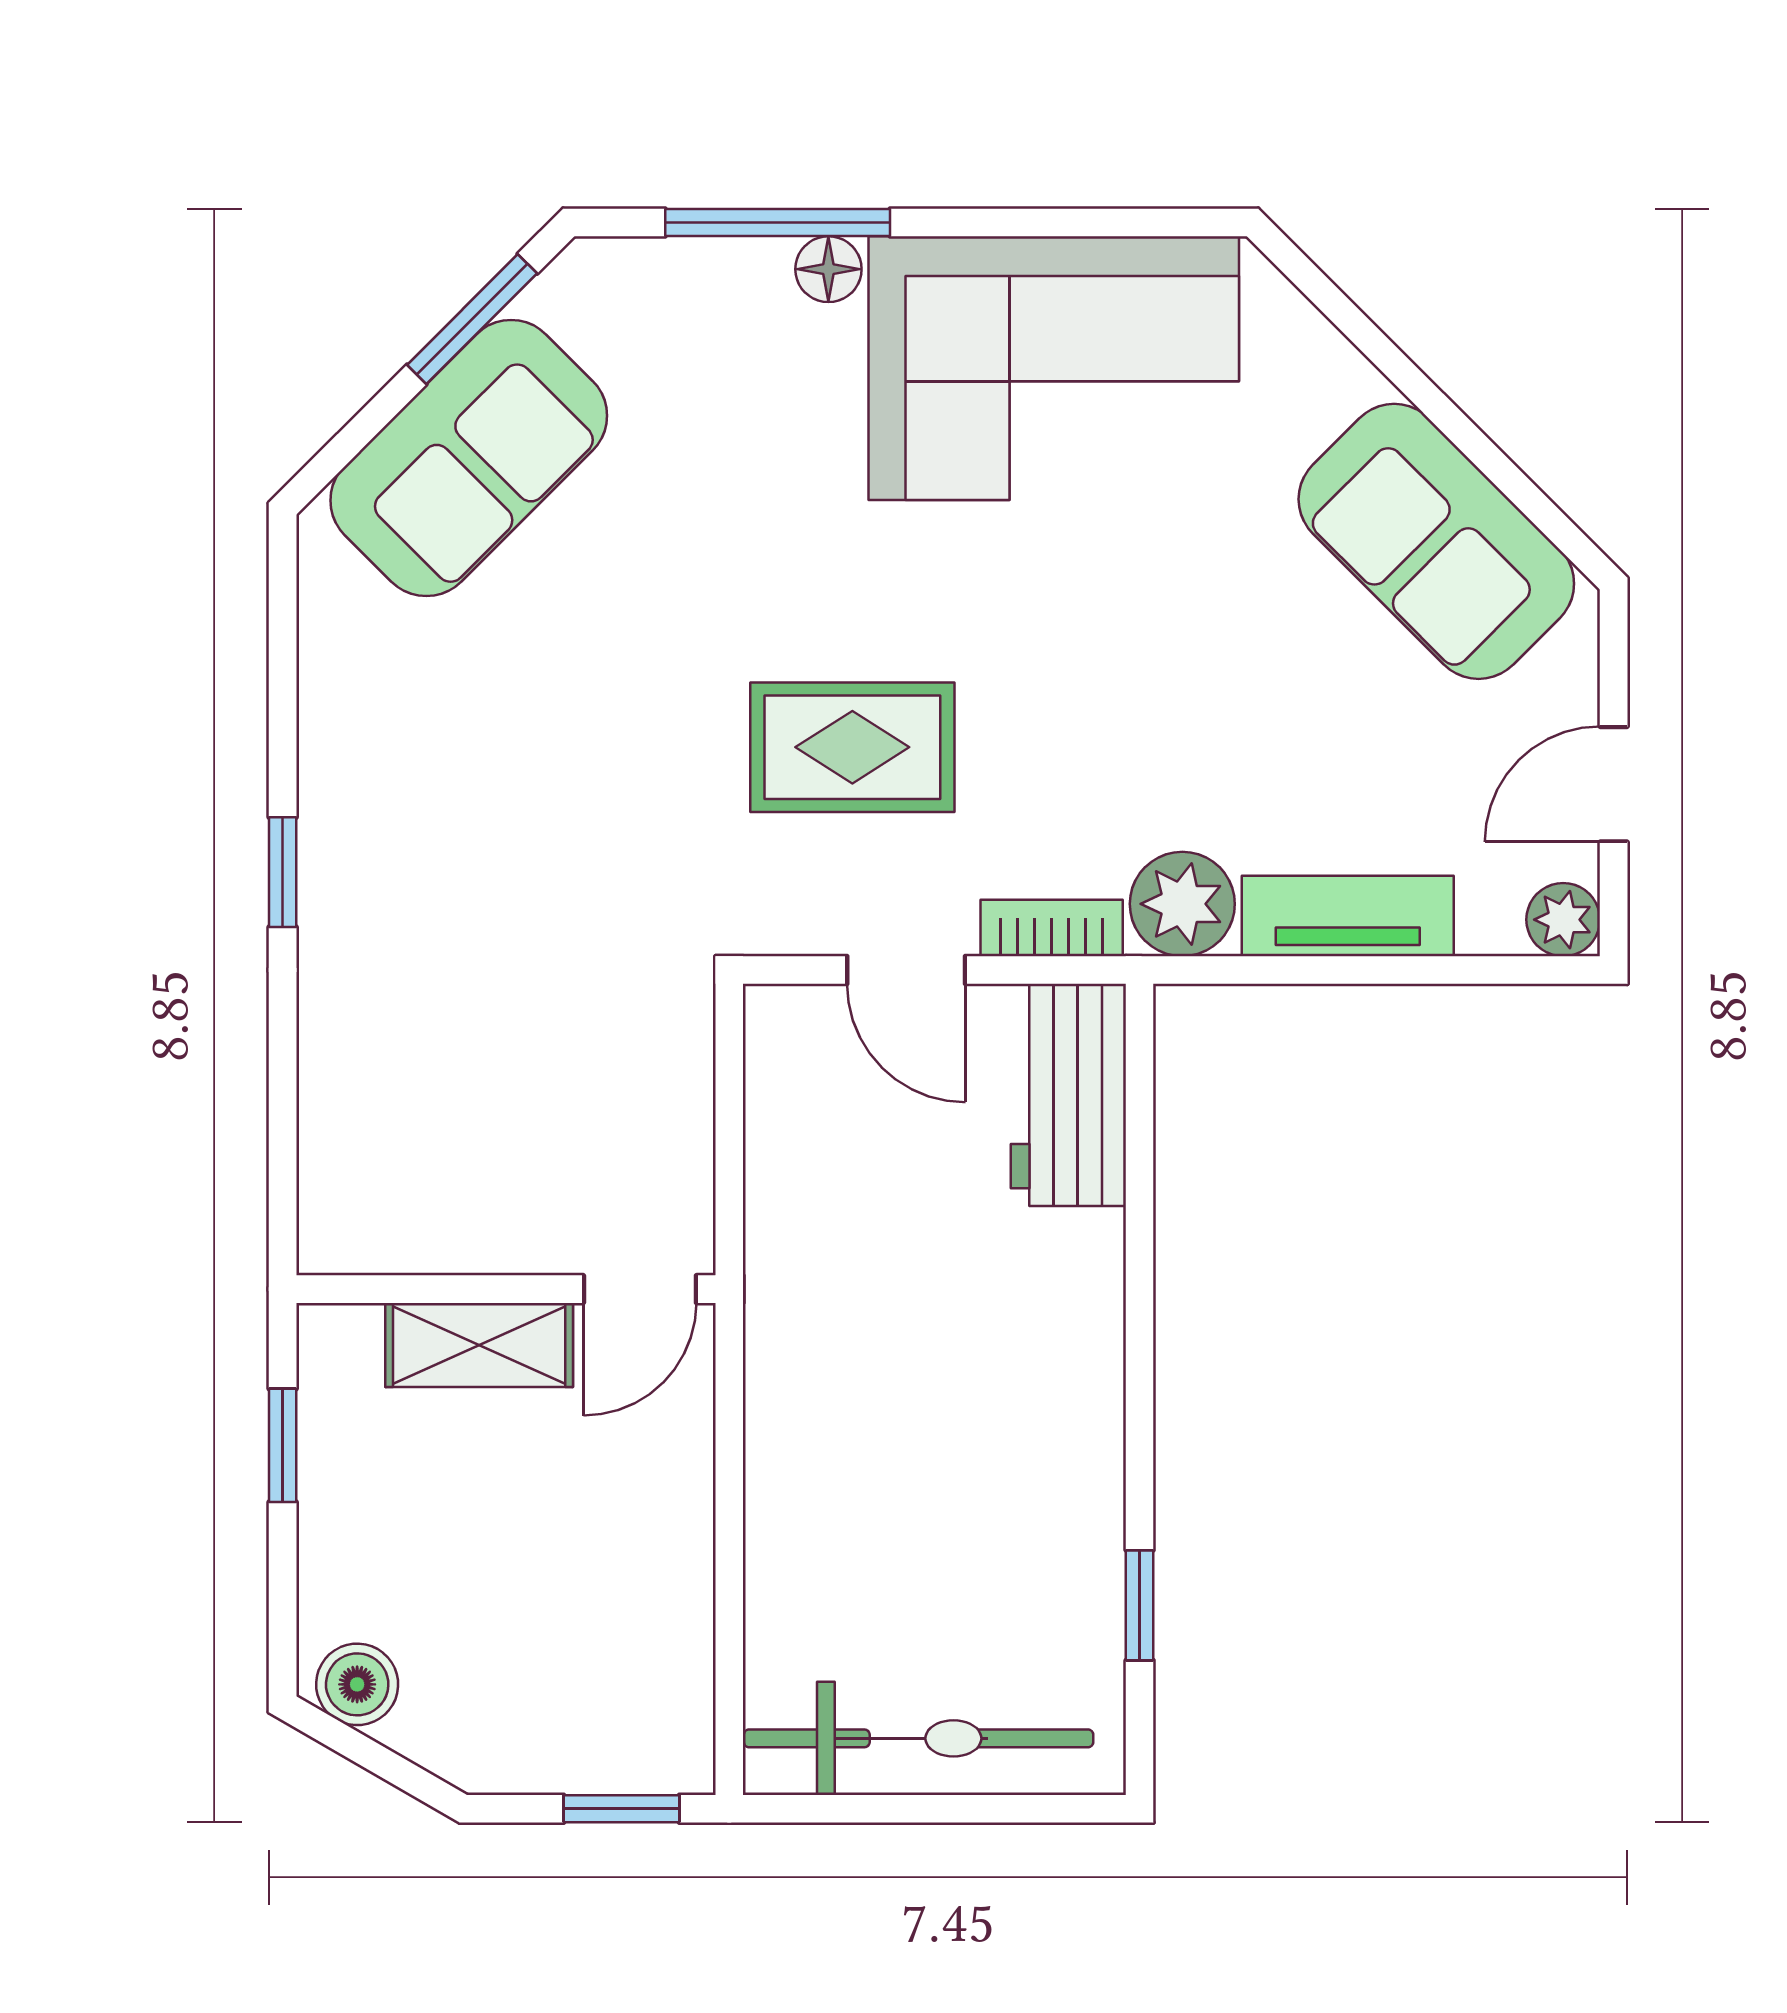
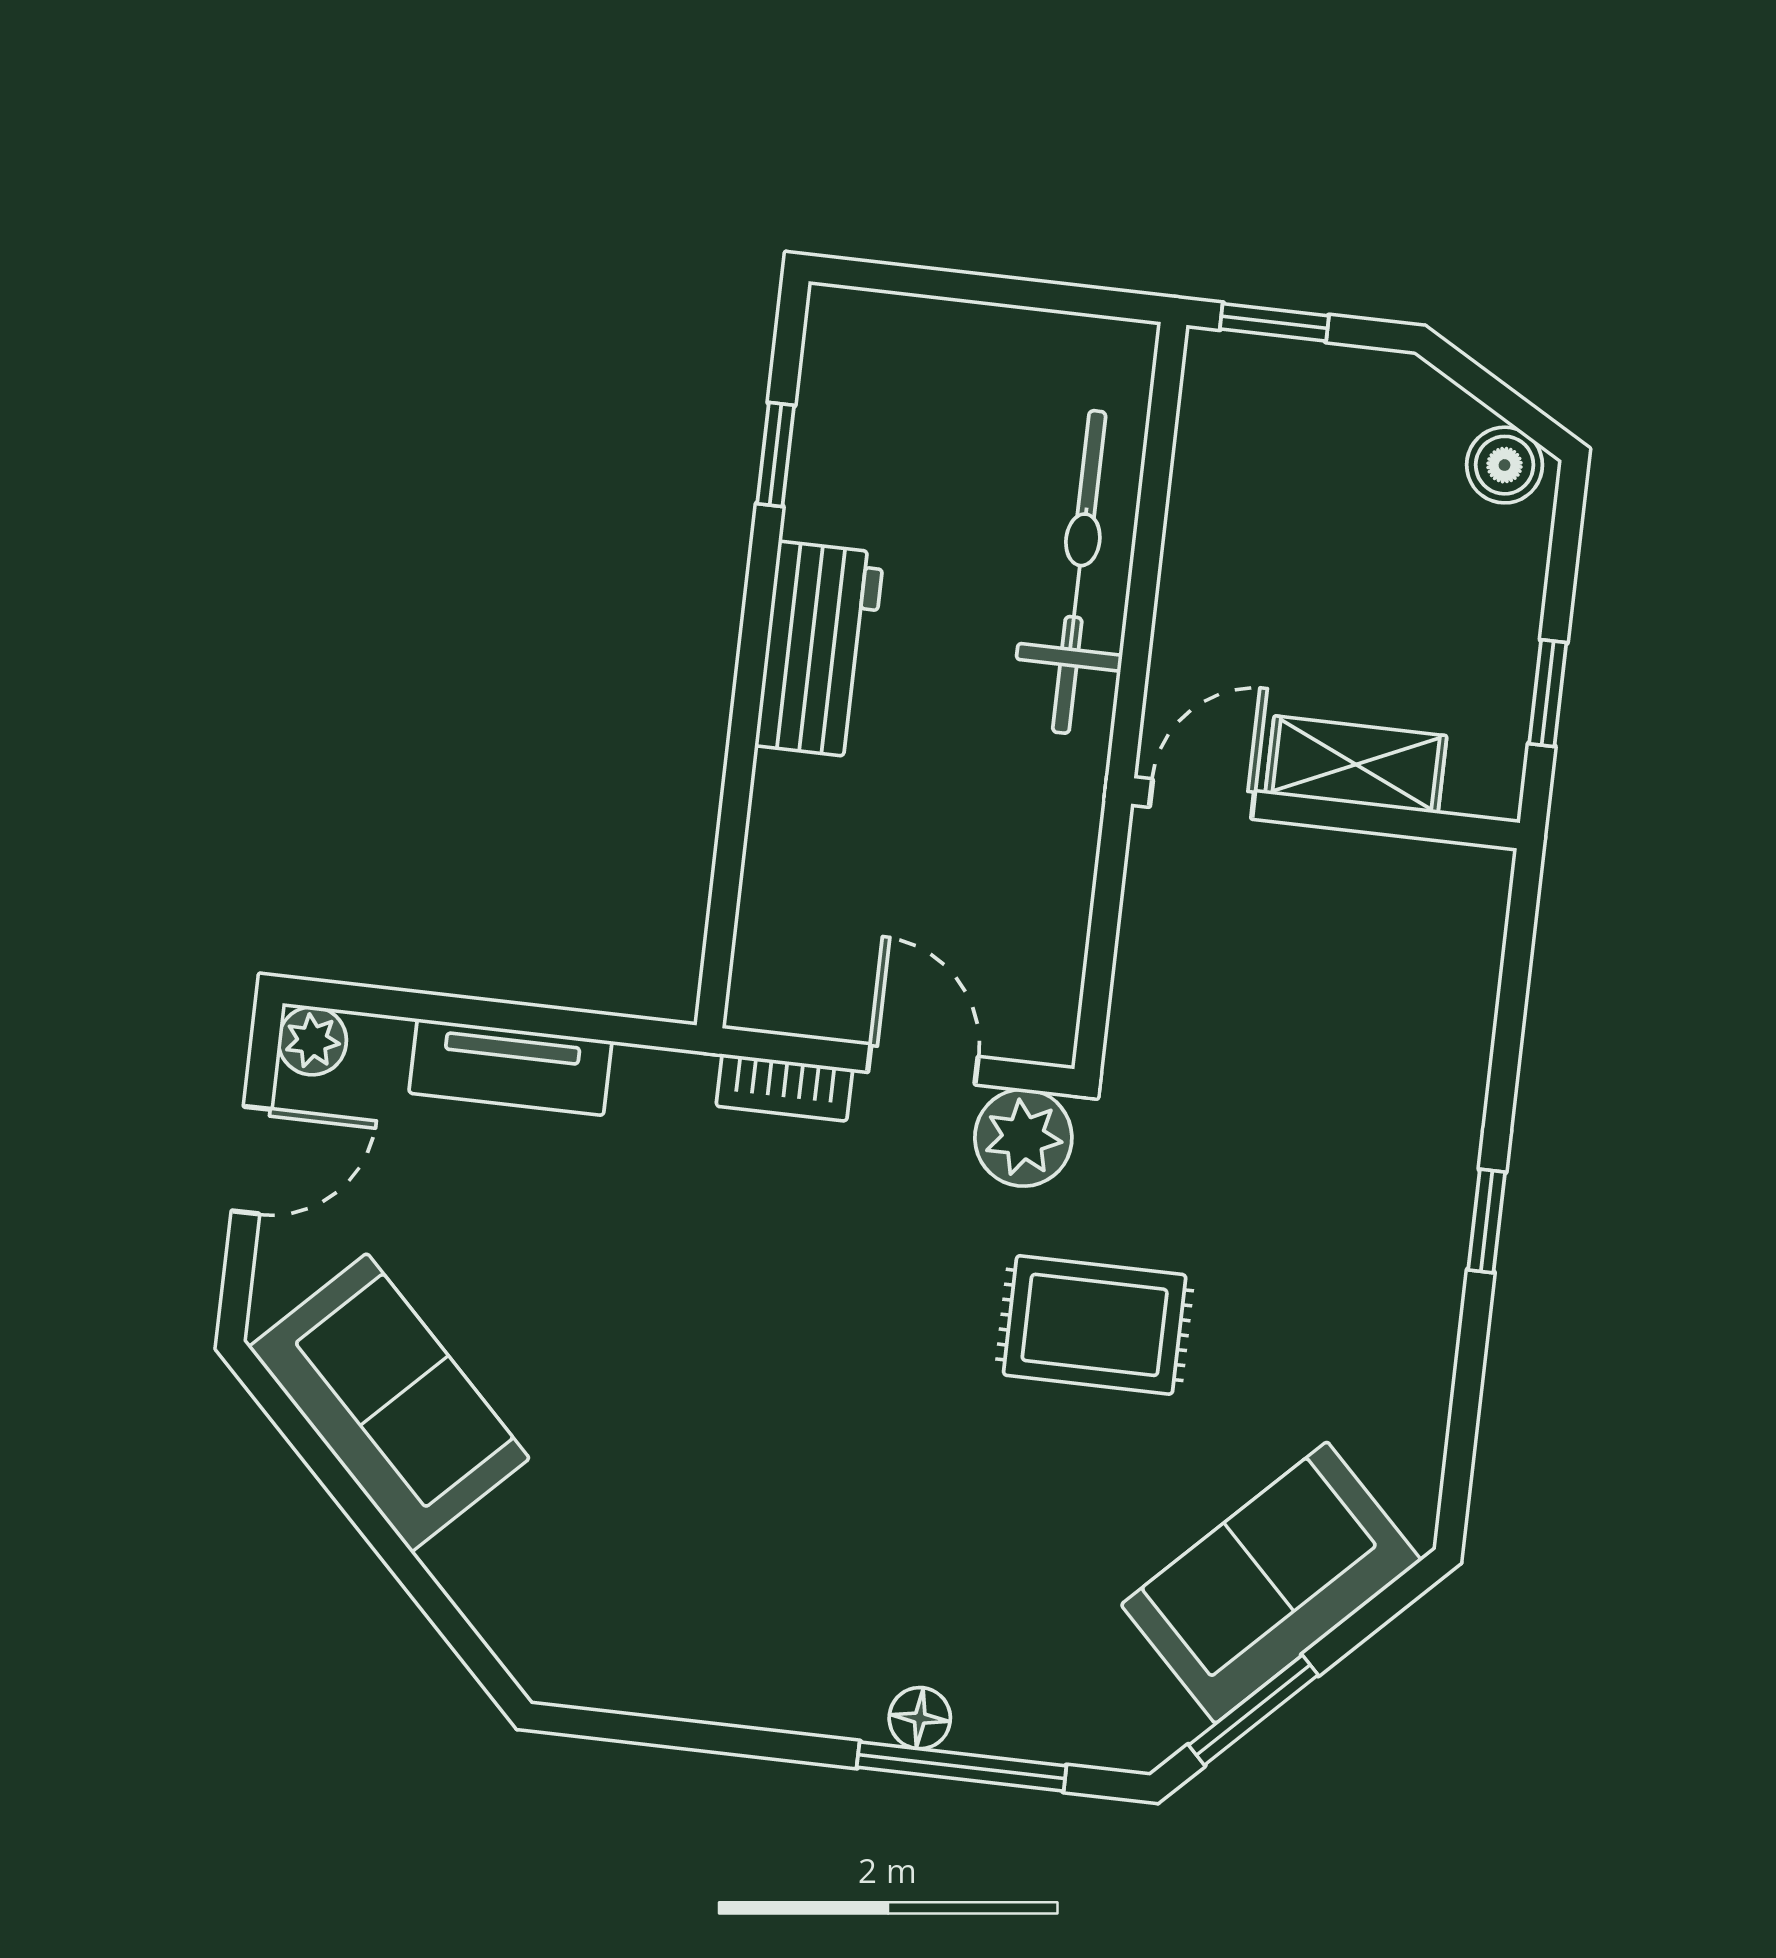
corner sofa: (1054, 368) -> (723, 1603), removed
rug: (852, 747) -> (1095, 1325), moved
plant: (1182, 904) -> (1023, 1138), moved
workbench: (1068, 1095) -> (819, 649), moved
bicycle: (918, 1738) -> (1079, 572), moved, turned 90

